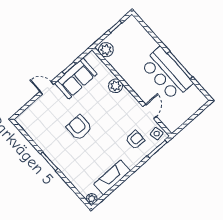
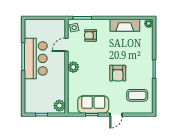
plant: (116, 86) -> (73, 67), moved
door: (47, 88) -> (116, 115), hinge flipped
coffee table: (43, 123) -> (137, 95), added

